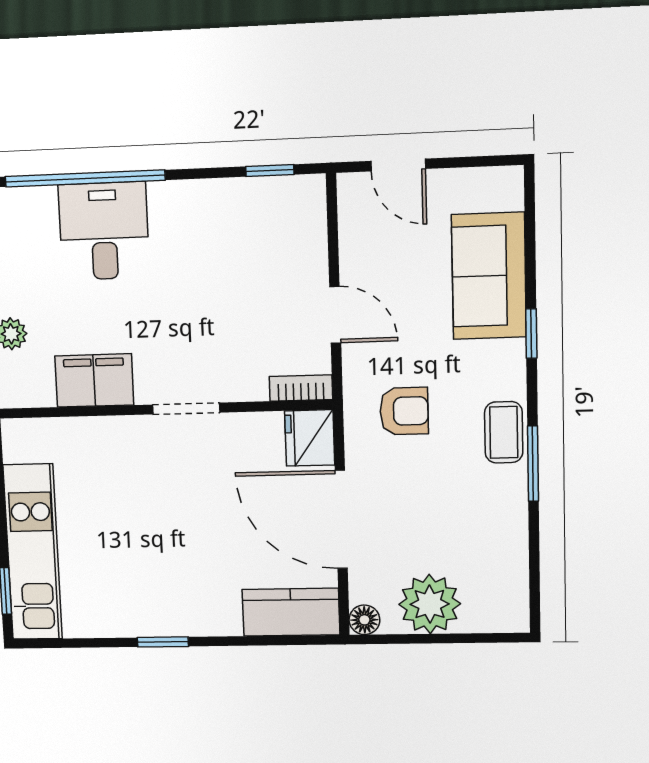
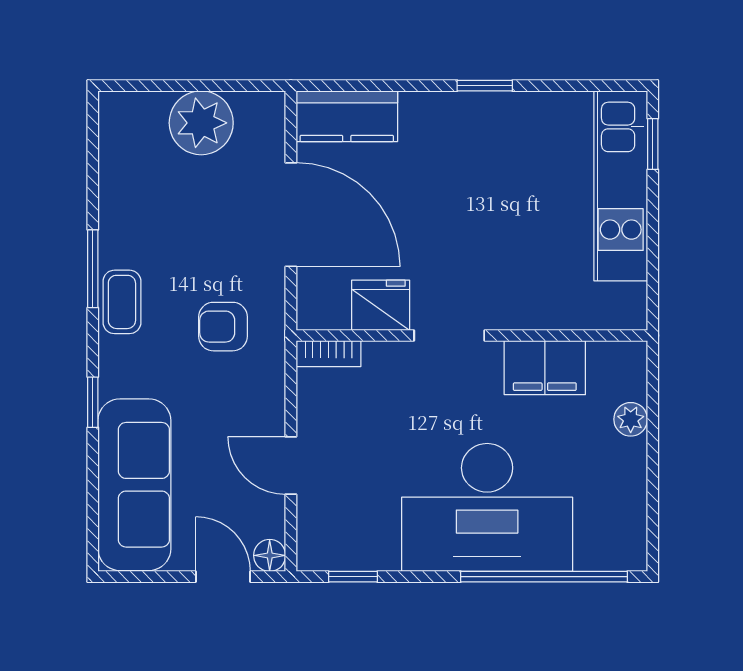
desk: (104, 231) -> (487, 507), width x1.87, depth x1.30
sofa: (489, 276) -> (134, 485), width x1.36
door: (335, 315) -> (291, 466), moved
fridge: (310, 438) -> (381, 305), moved, turned -90
floor lamp: (364, 620) -> (270, 555), moved

